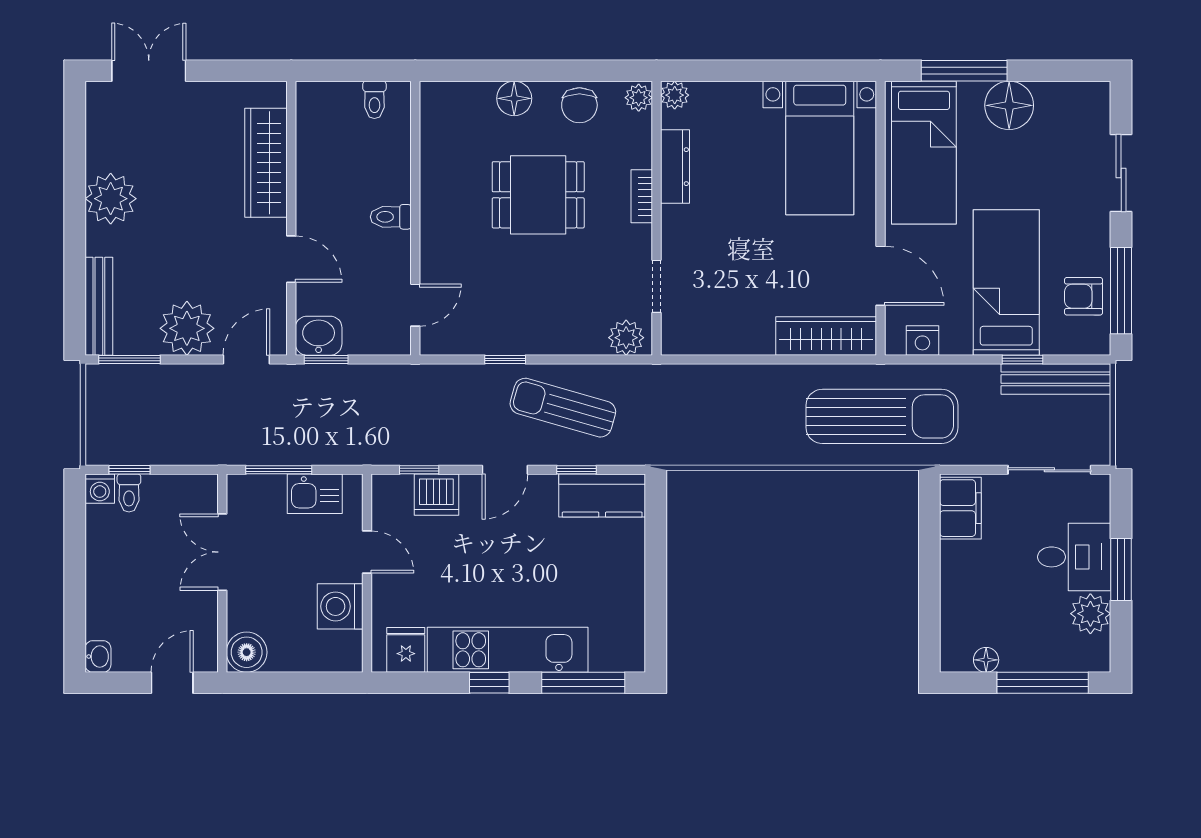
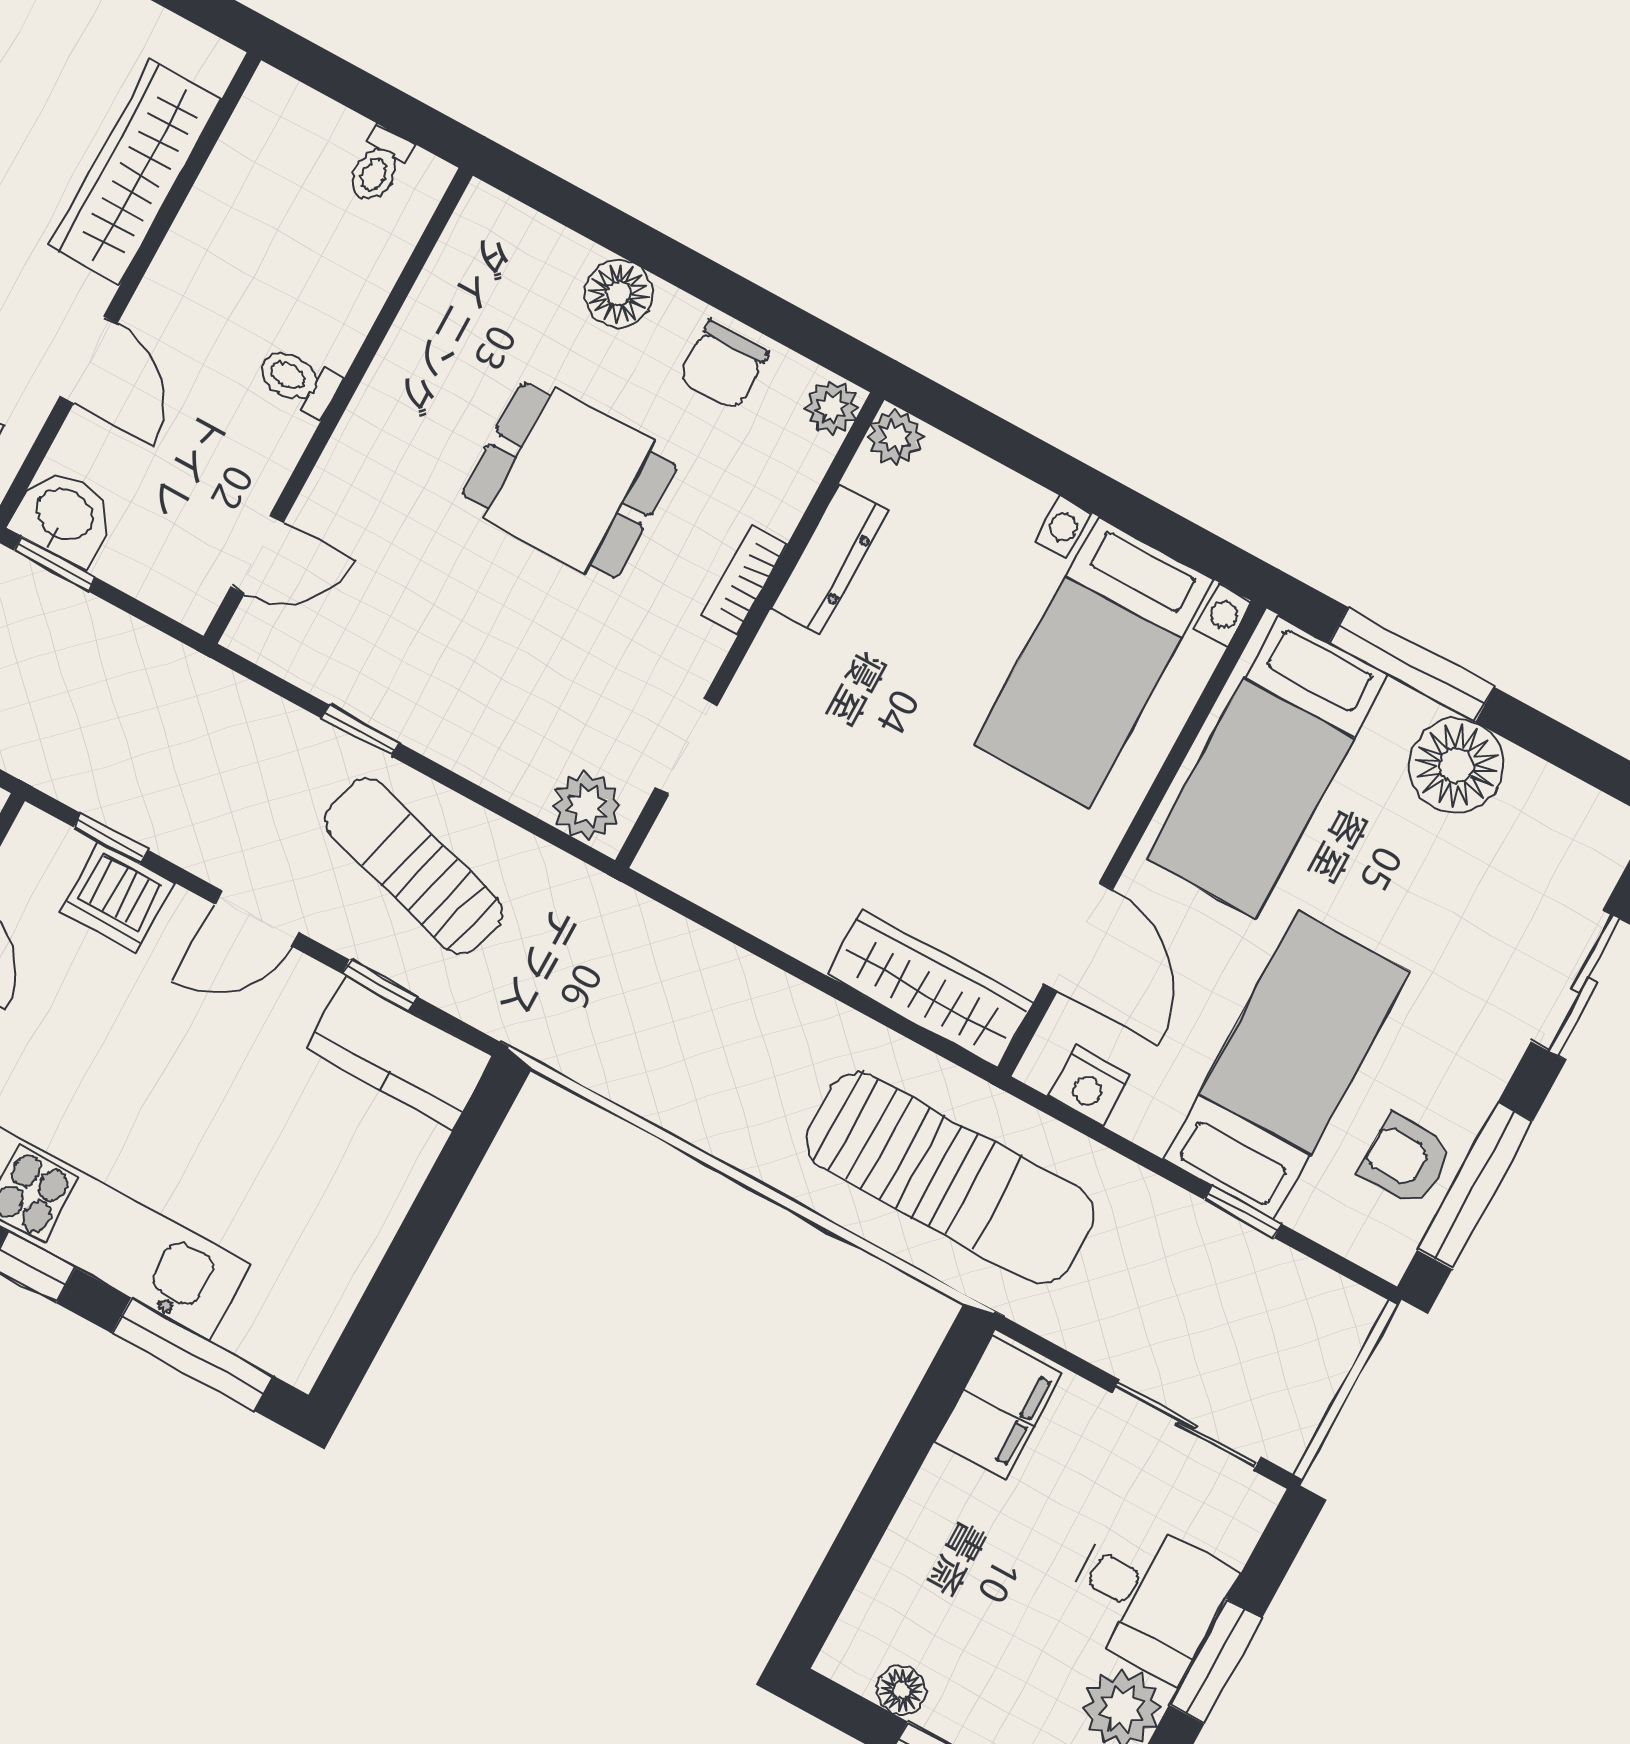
bench: (1056, 379) -> (1282, 1276), removed

